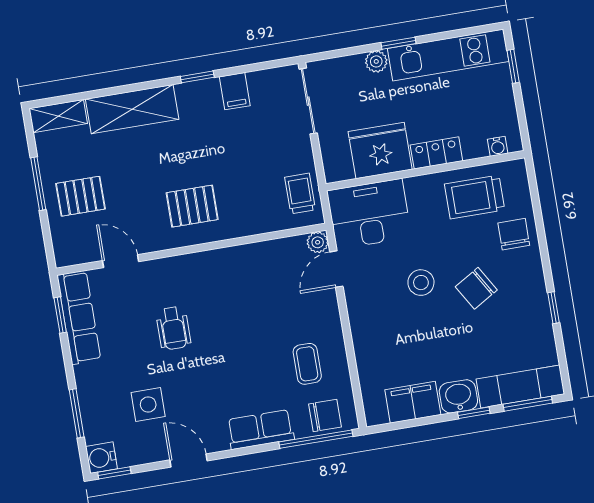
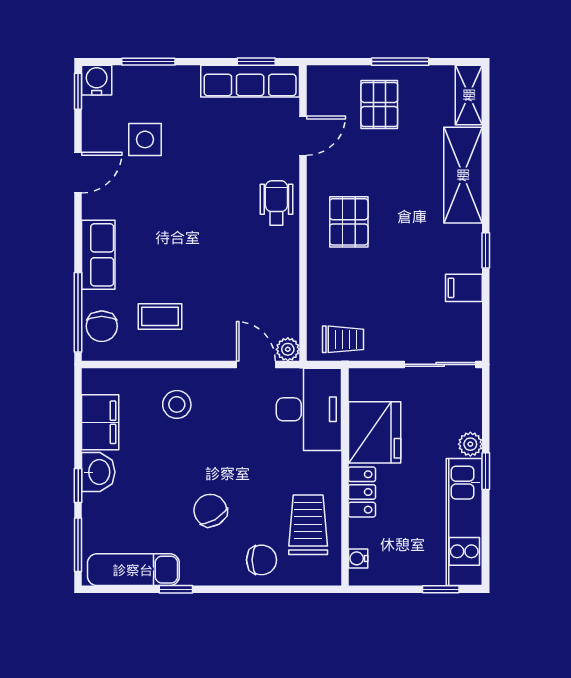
stool: (421, 283) -> (177, 404), moved
wheelchair: (173, 328) -> (276, 203), moved, turned 90
exam couch: (520, 386) -> (133, 570), moved, turned -90

